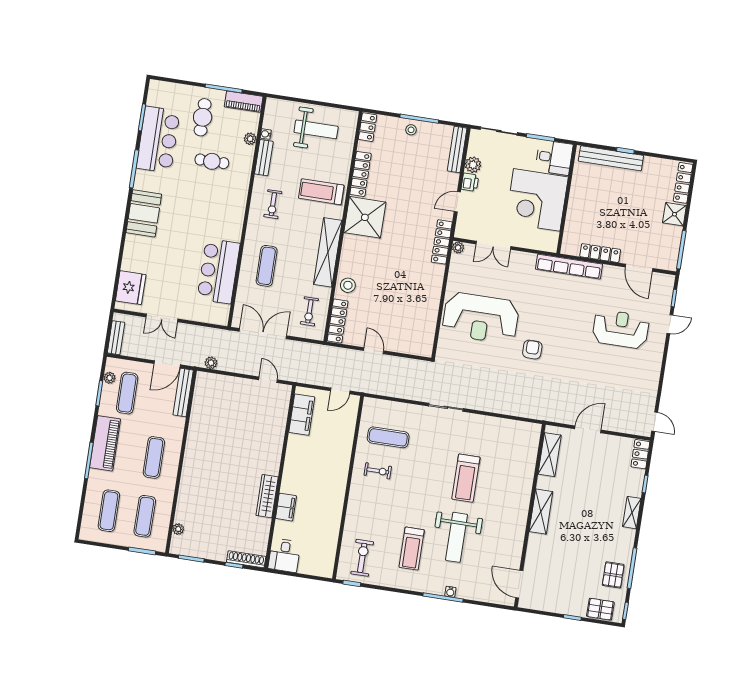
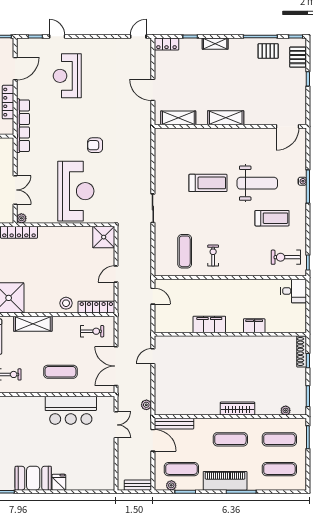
shelving: (328, 252) -> (33, 324), width x0.68
fridge: (131, 288) -> (59, 482), moved, width x0.53, depth x0.75
double door: (162, 318) -> (116, 425), moved
shower: (420, 343) -> (104, 237), added
filing cabinet: (302, 415) -> (209, 324), moved
wardrobe: (267, 496) -> (238, 409), moved, turned 180
desk: (284, 555) -> (294, 291), moved

